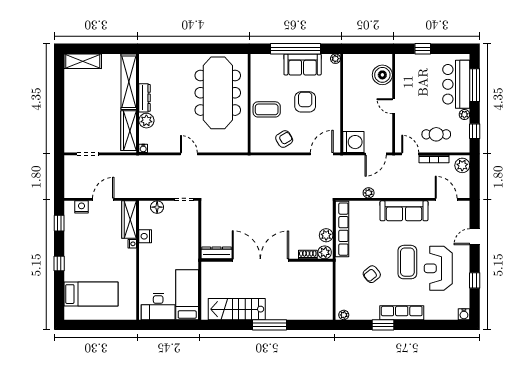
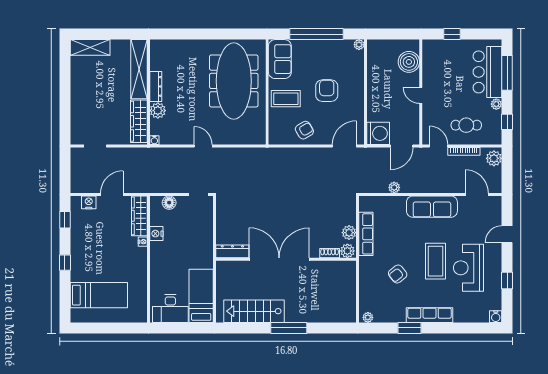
sofa: (303, 64) -> (280, 59), moved, turned -90
row of seats: (342, 229) -> (366, 234), width x0.73

